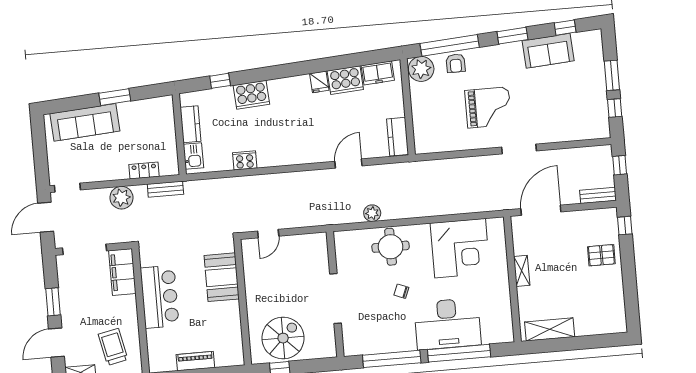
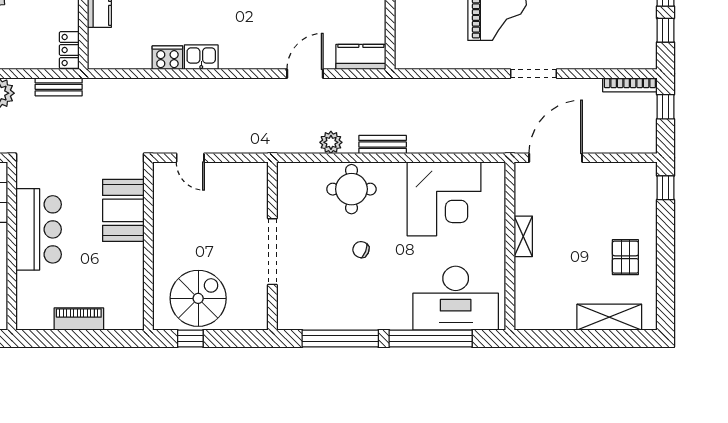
kitchen counter: (398, 137) -> (361, 57), moved, turned 90
bookcase: (592, 151) -> (630, 85), added
kitchen sink: (193, 156) -> (201, 57), moved, turned -90
locker: (144, 171) -> (69, 50), moved, turned -90
bench: (598, 195) -> (383, 144), moved
door: (268, 234) -> (190, 158), hinge flipped
pallet: (601, 255) -> (625, 257), moved, turned 90
desk: (448, 324) -> (456, 298), moved
shelving: (550, 329) -> (609, 317), moved

